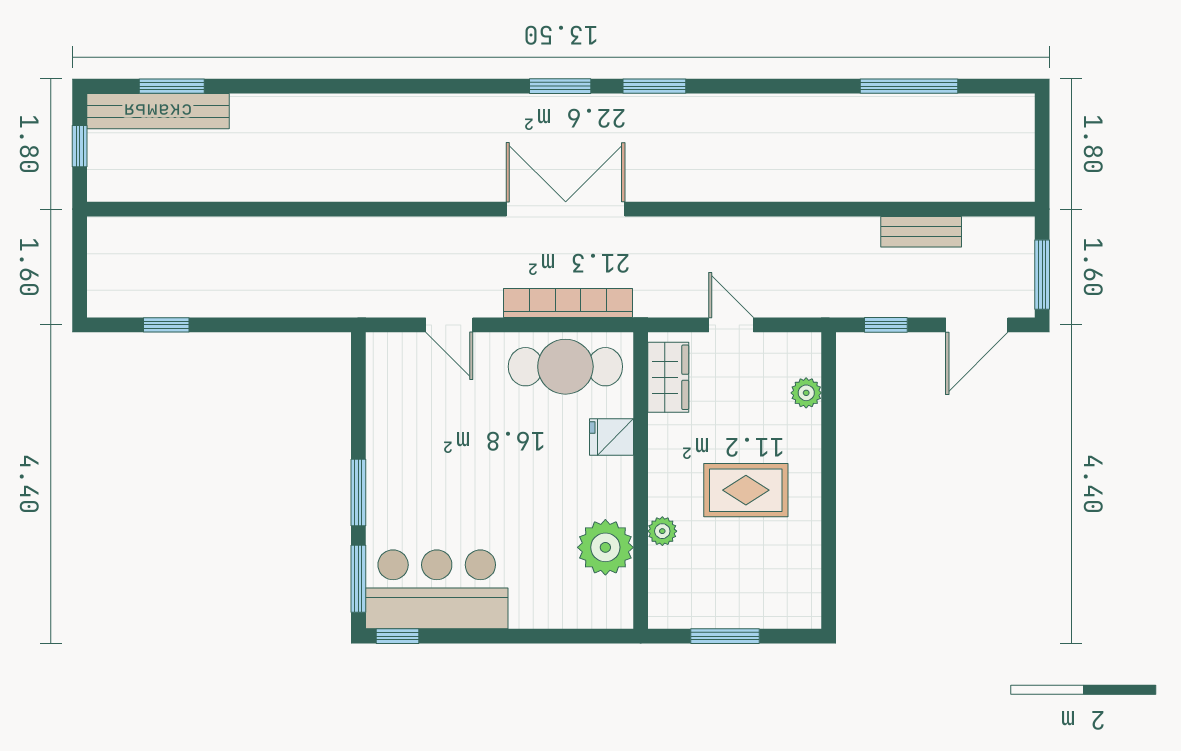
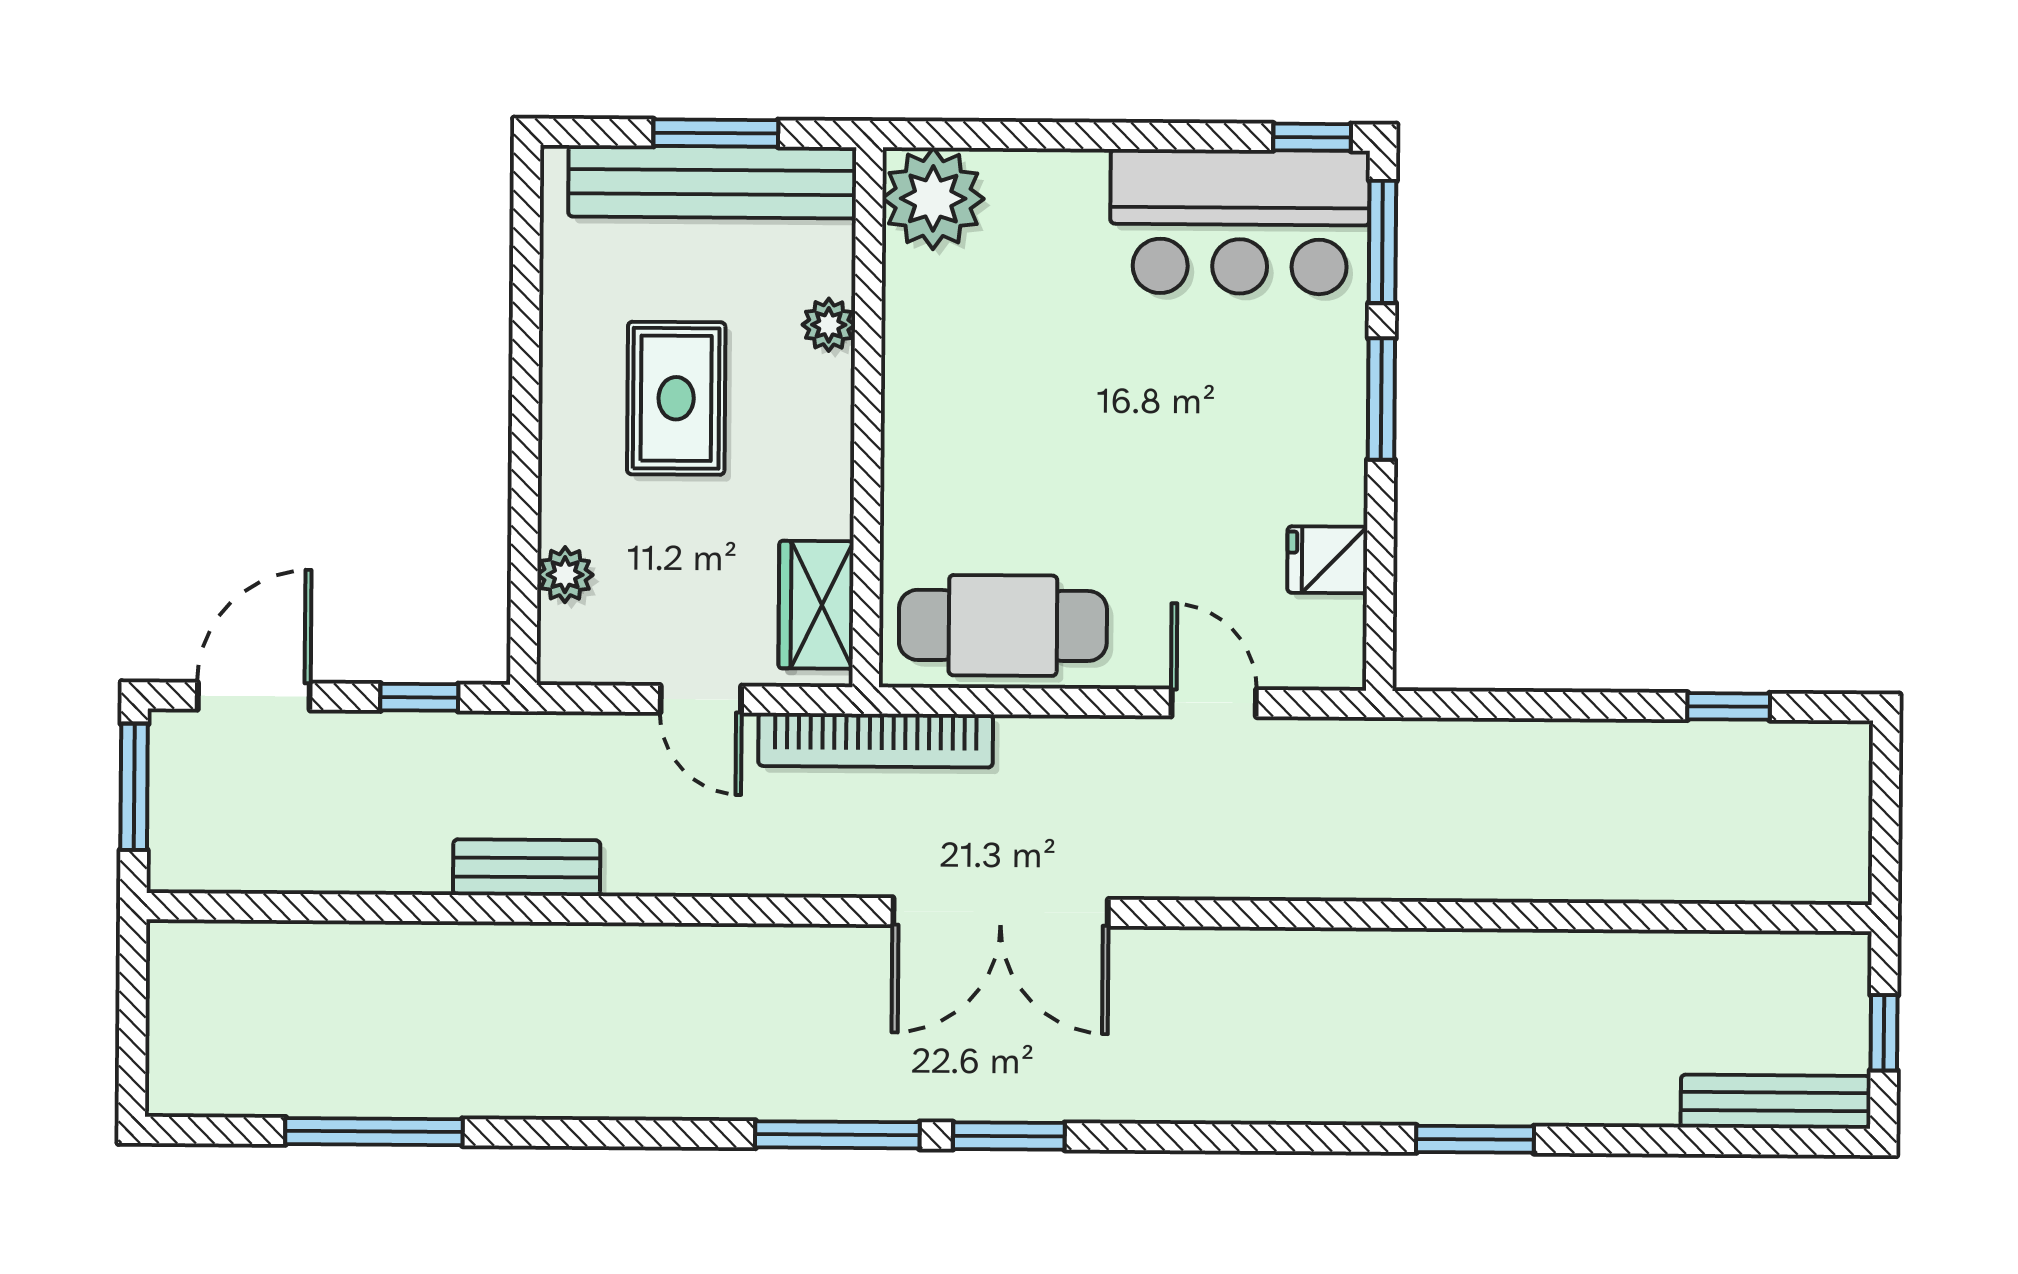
window: (172, 86) -> (1475, 1139), moved
window: (654, 86) -> (837, 1135), width x1.44
bench: (158, 111) -> (1776, 1102), width x0.73, depth x0.82
bench: (921, 232) -> (527, 868), moved
bookcase: (568, 303) -> (876, 740), moved
fridge: (611, 437) -> (1327, 560), moved, turned 180
rug: (746, 490) -> (676, 398), turned 90
plant: (605, 547) -> (933, 198), moved
bench: (727, 609) -> (712, 182), added

